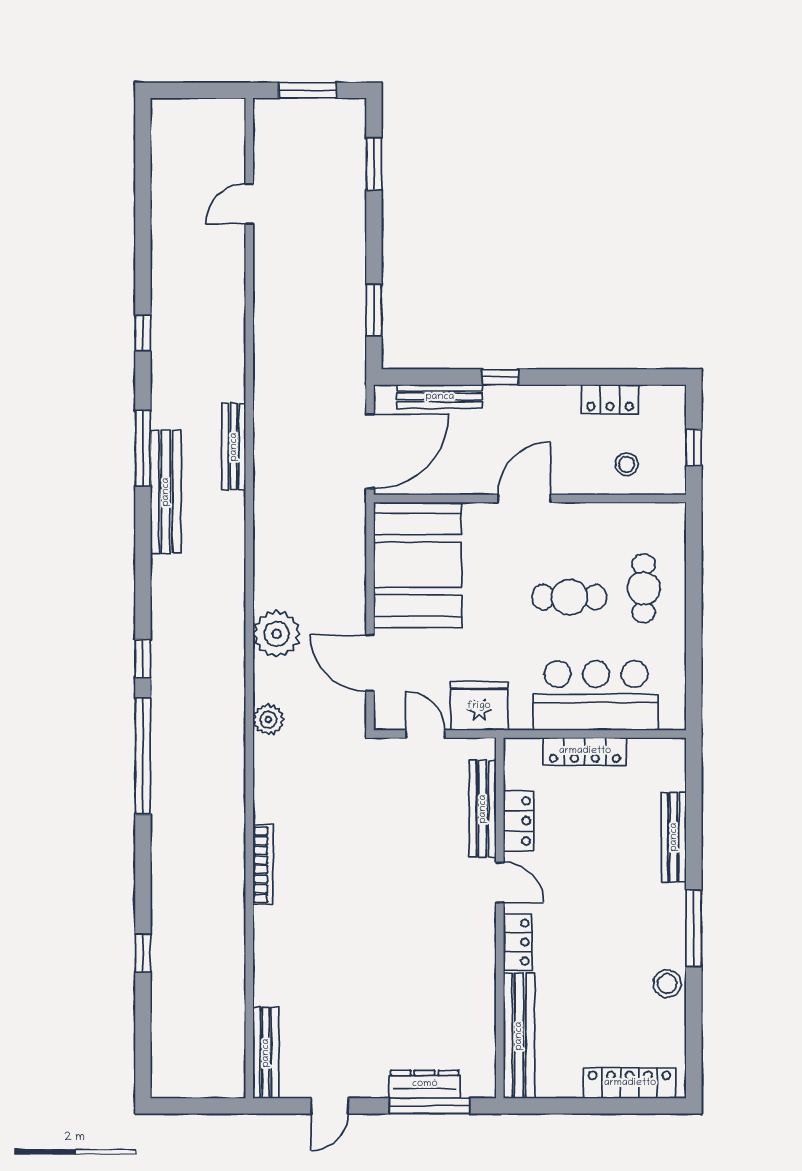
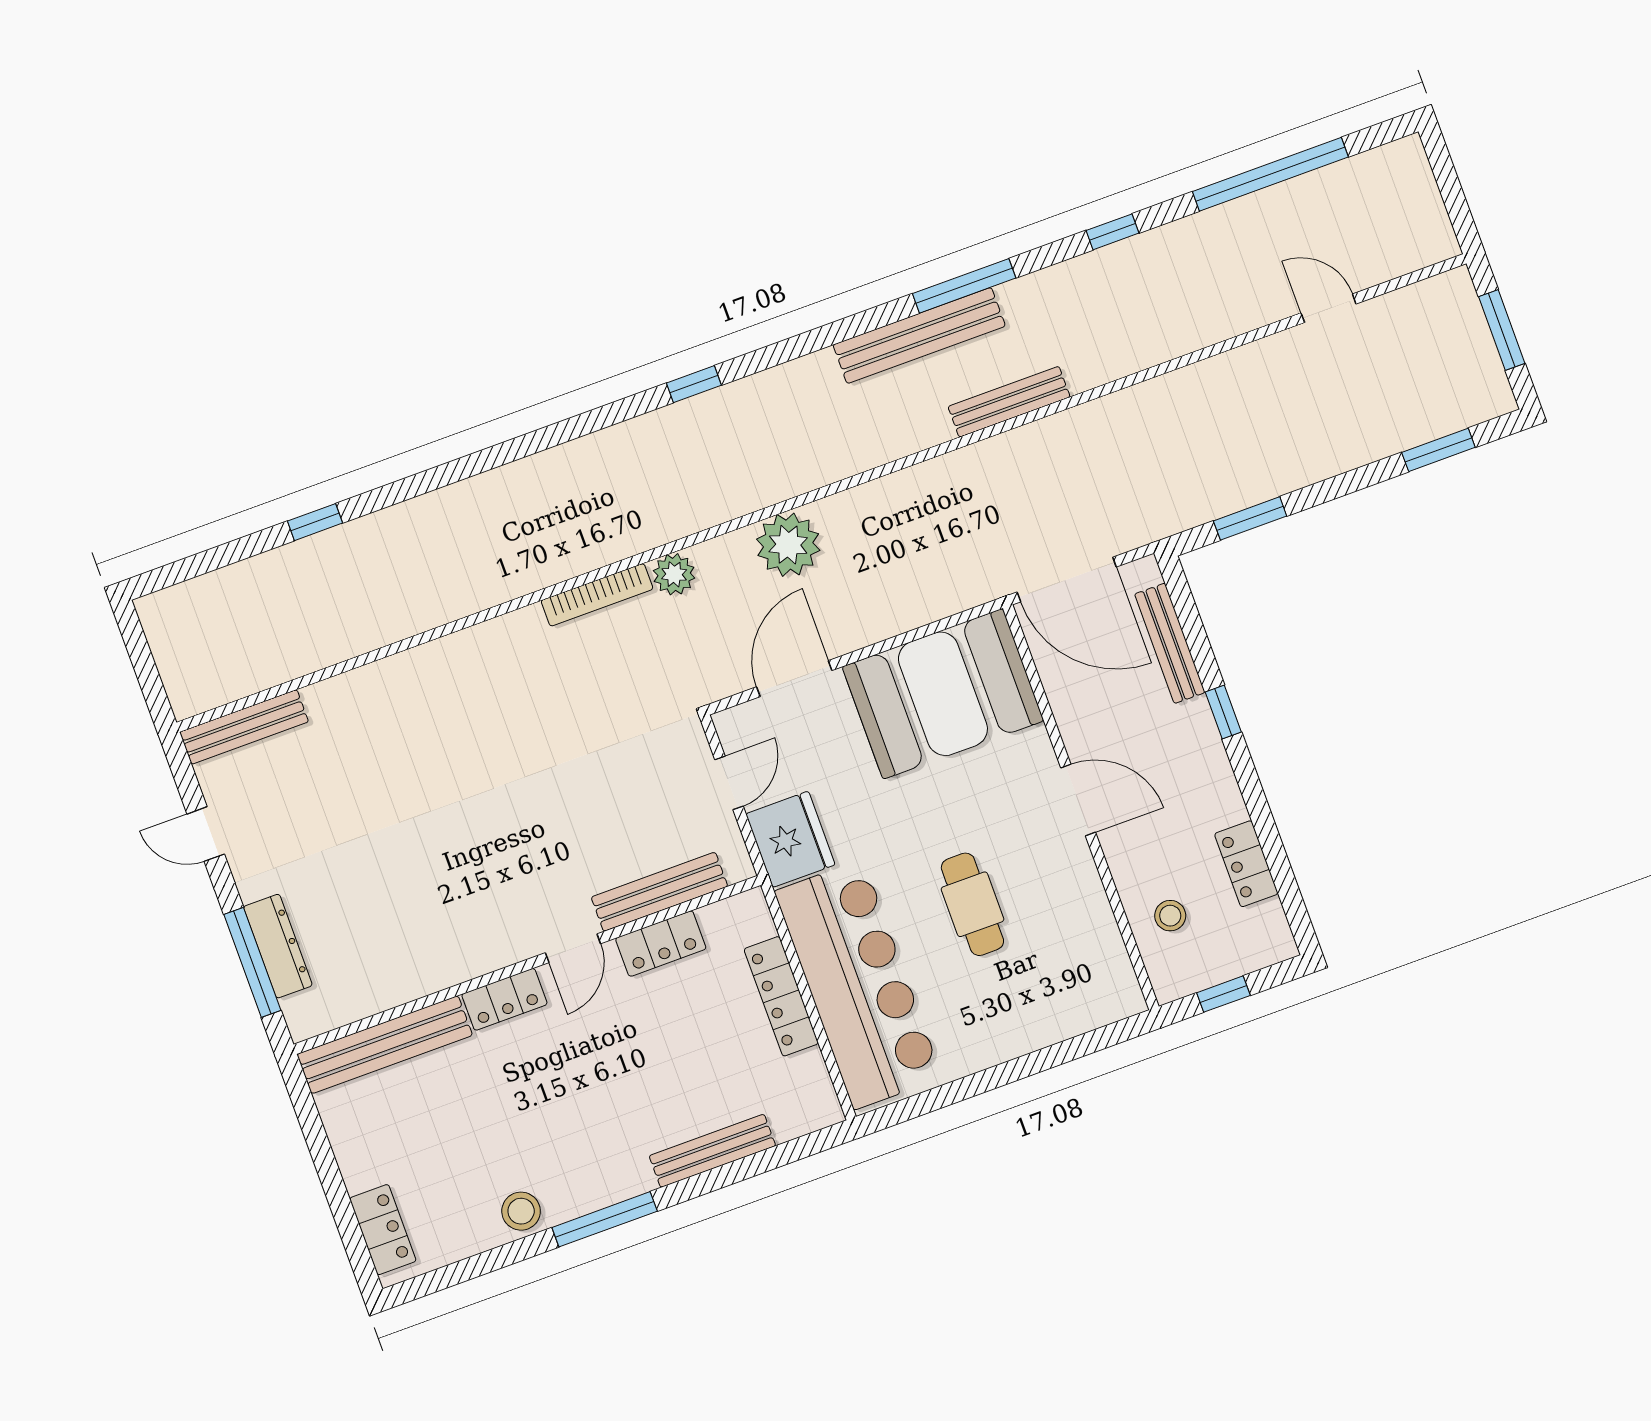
cafe table: (644, 588) -> (1019, 996), removed
bar counter: (596, 695) -> (858, 985), width x1.36
window: (143, 756) -> (1270, 174), moved
bookcase: (263, 865) -> (597, 595), moved
locker: (630, 1083) -> (383, 1230), width x0.66

